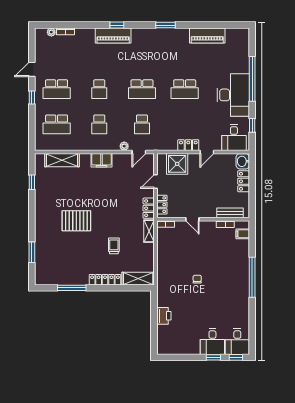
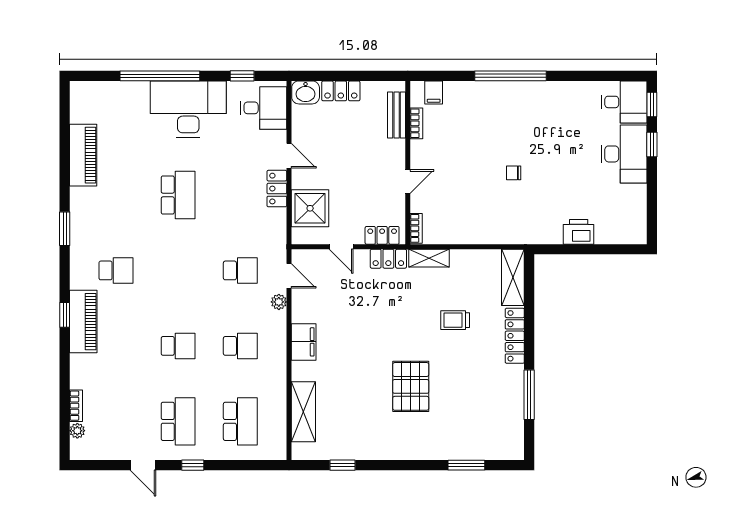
school desk: (142, 89) -> (116, 270), moved, width x0.54
desk: (212, 342) -> (624, 154), width x1.37

